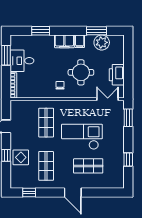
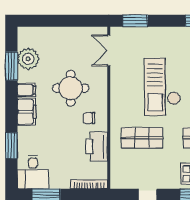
desk: (22, 61) -> (33, 172), moved
printer: (117, 75) -> (97, 146), moved, turned 90

